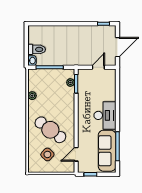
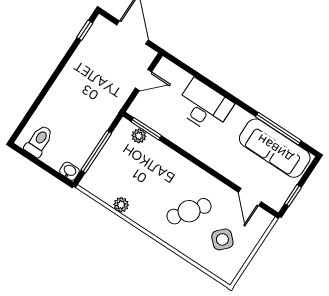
toilet: (37, 49) -> (39, 141), moved
door: (98, 67) -> (144, 80), swing flipped
desk: (105, 115) -> (204, 106), moved
cafe table: (50, 130) -> (189, 211), width x0.73, depth x0.74

